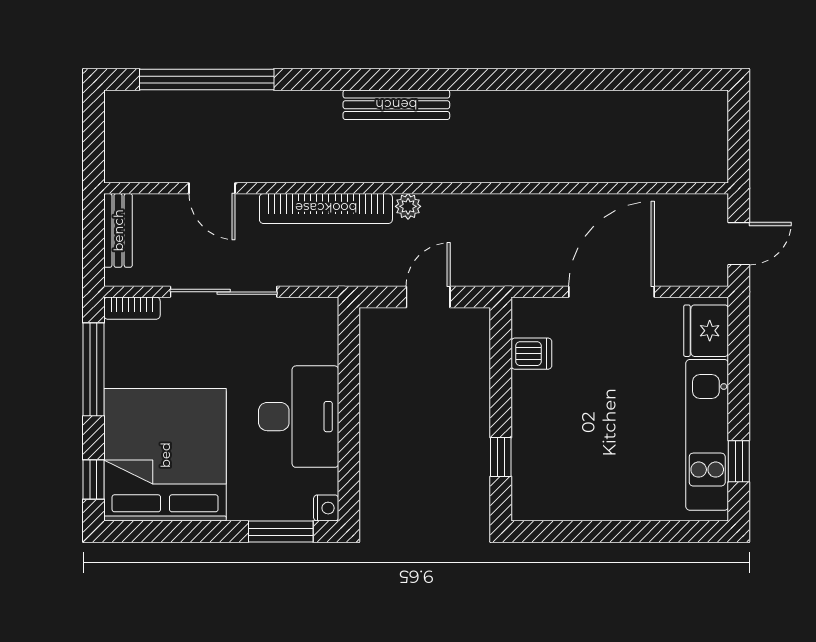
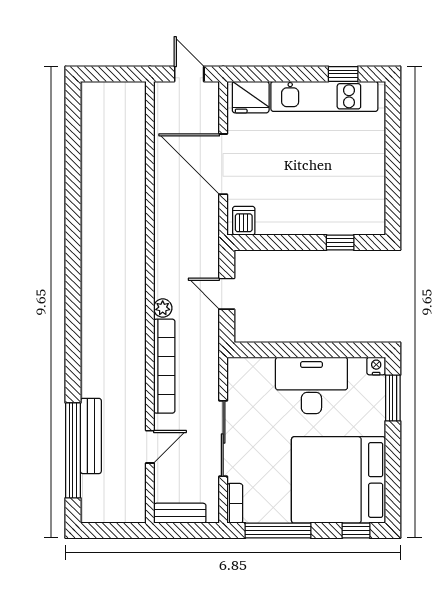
bench: (396, 105) -> (91, 436), moved
dishwasher: (531, 354) -> (244, 221), moved

